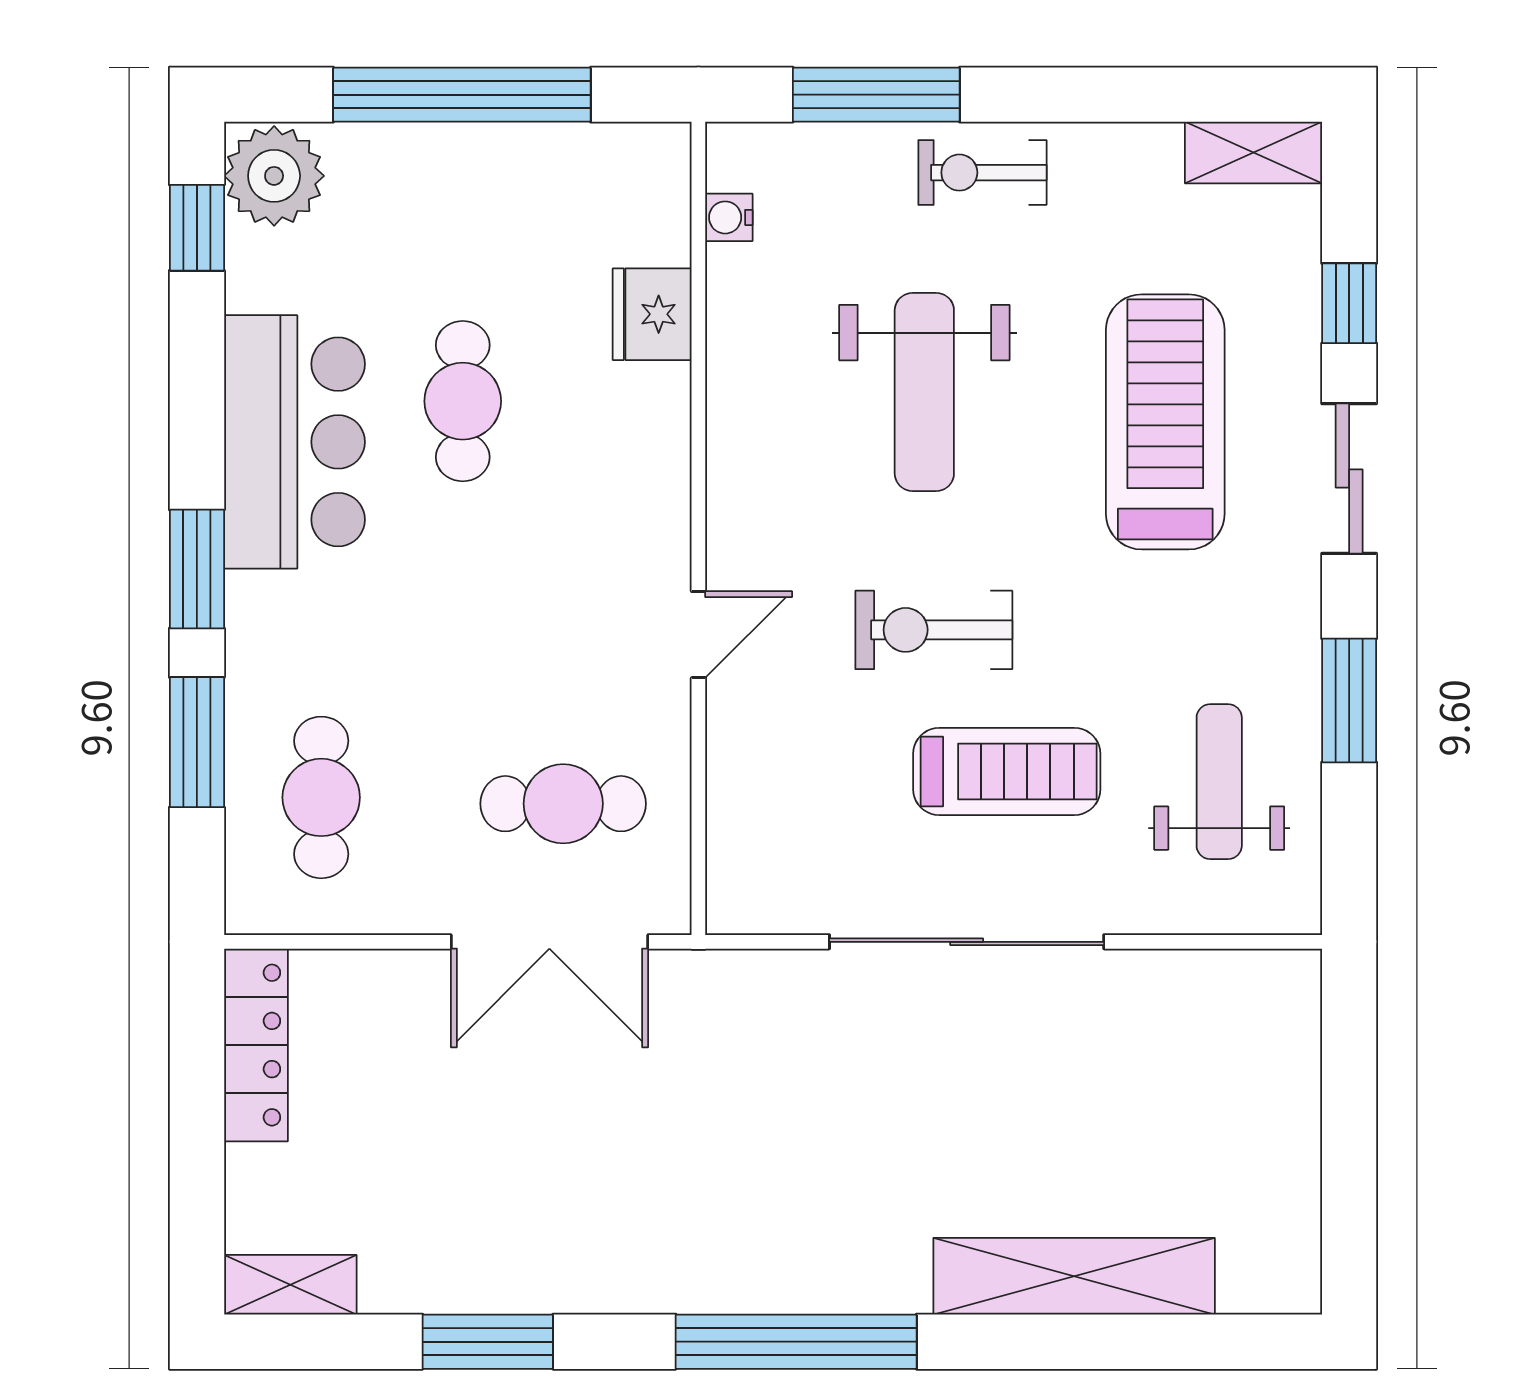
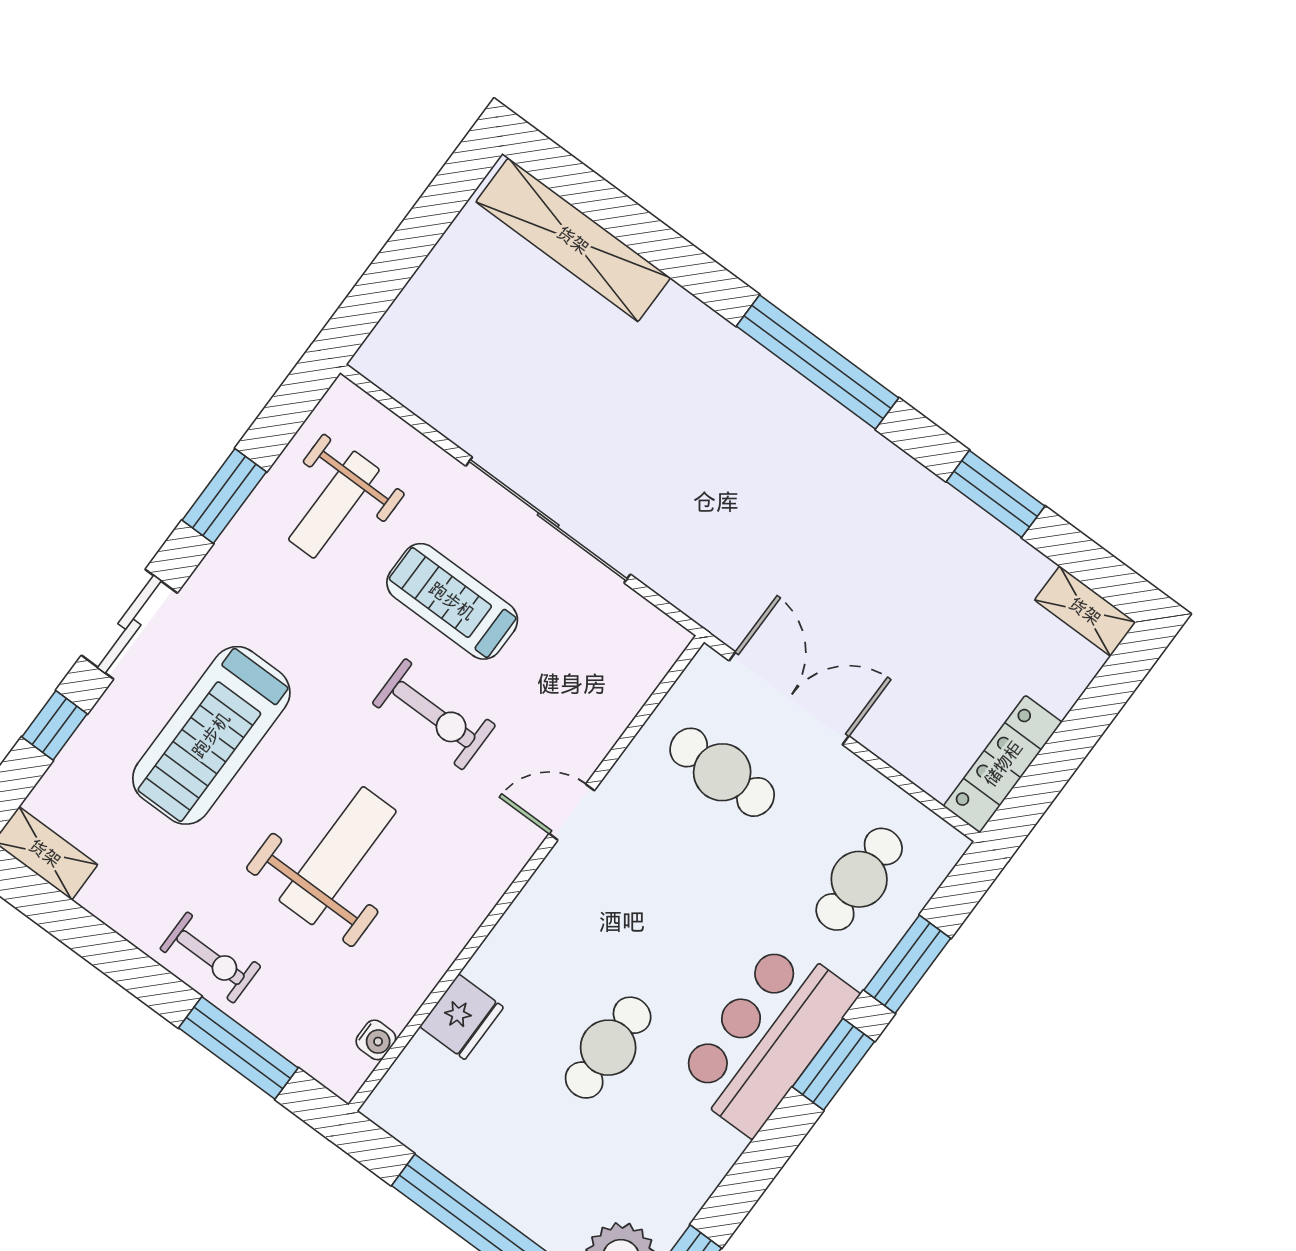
bar counter: (294, 442) -> (766, 1037), moved
shelving: (1074, 1276) -> (573, 240), moved

